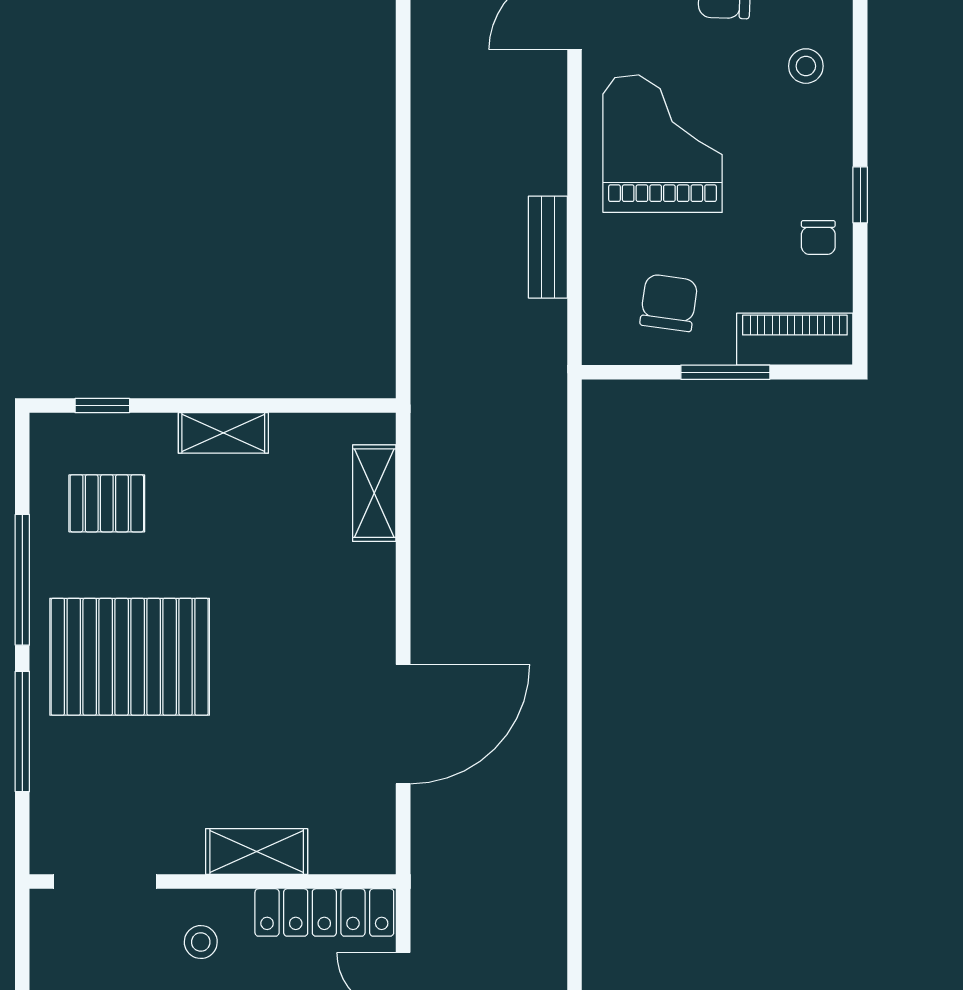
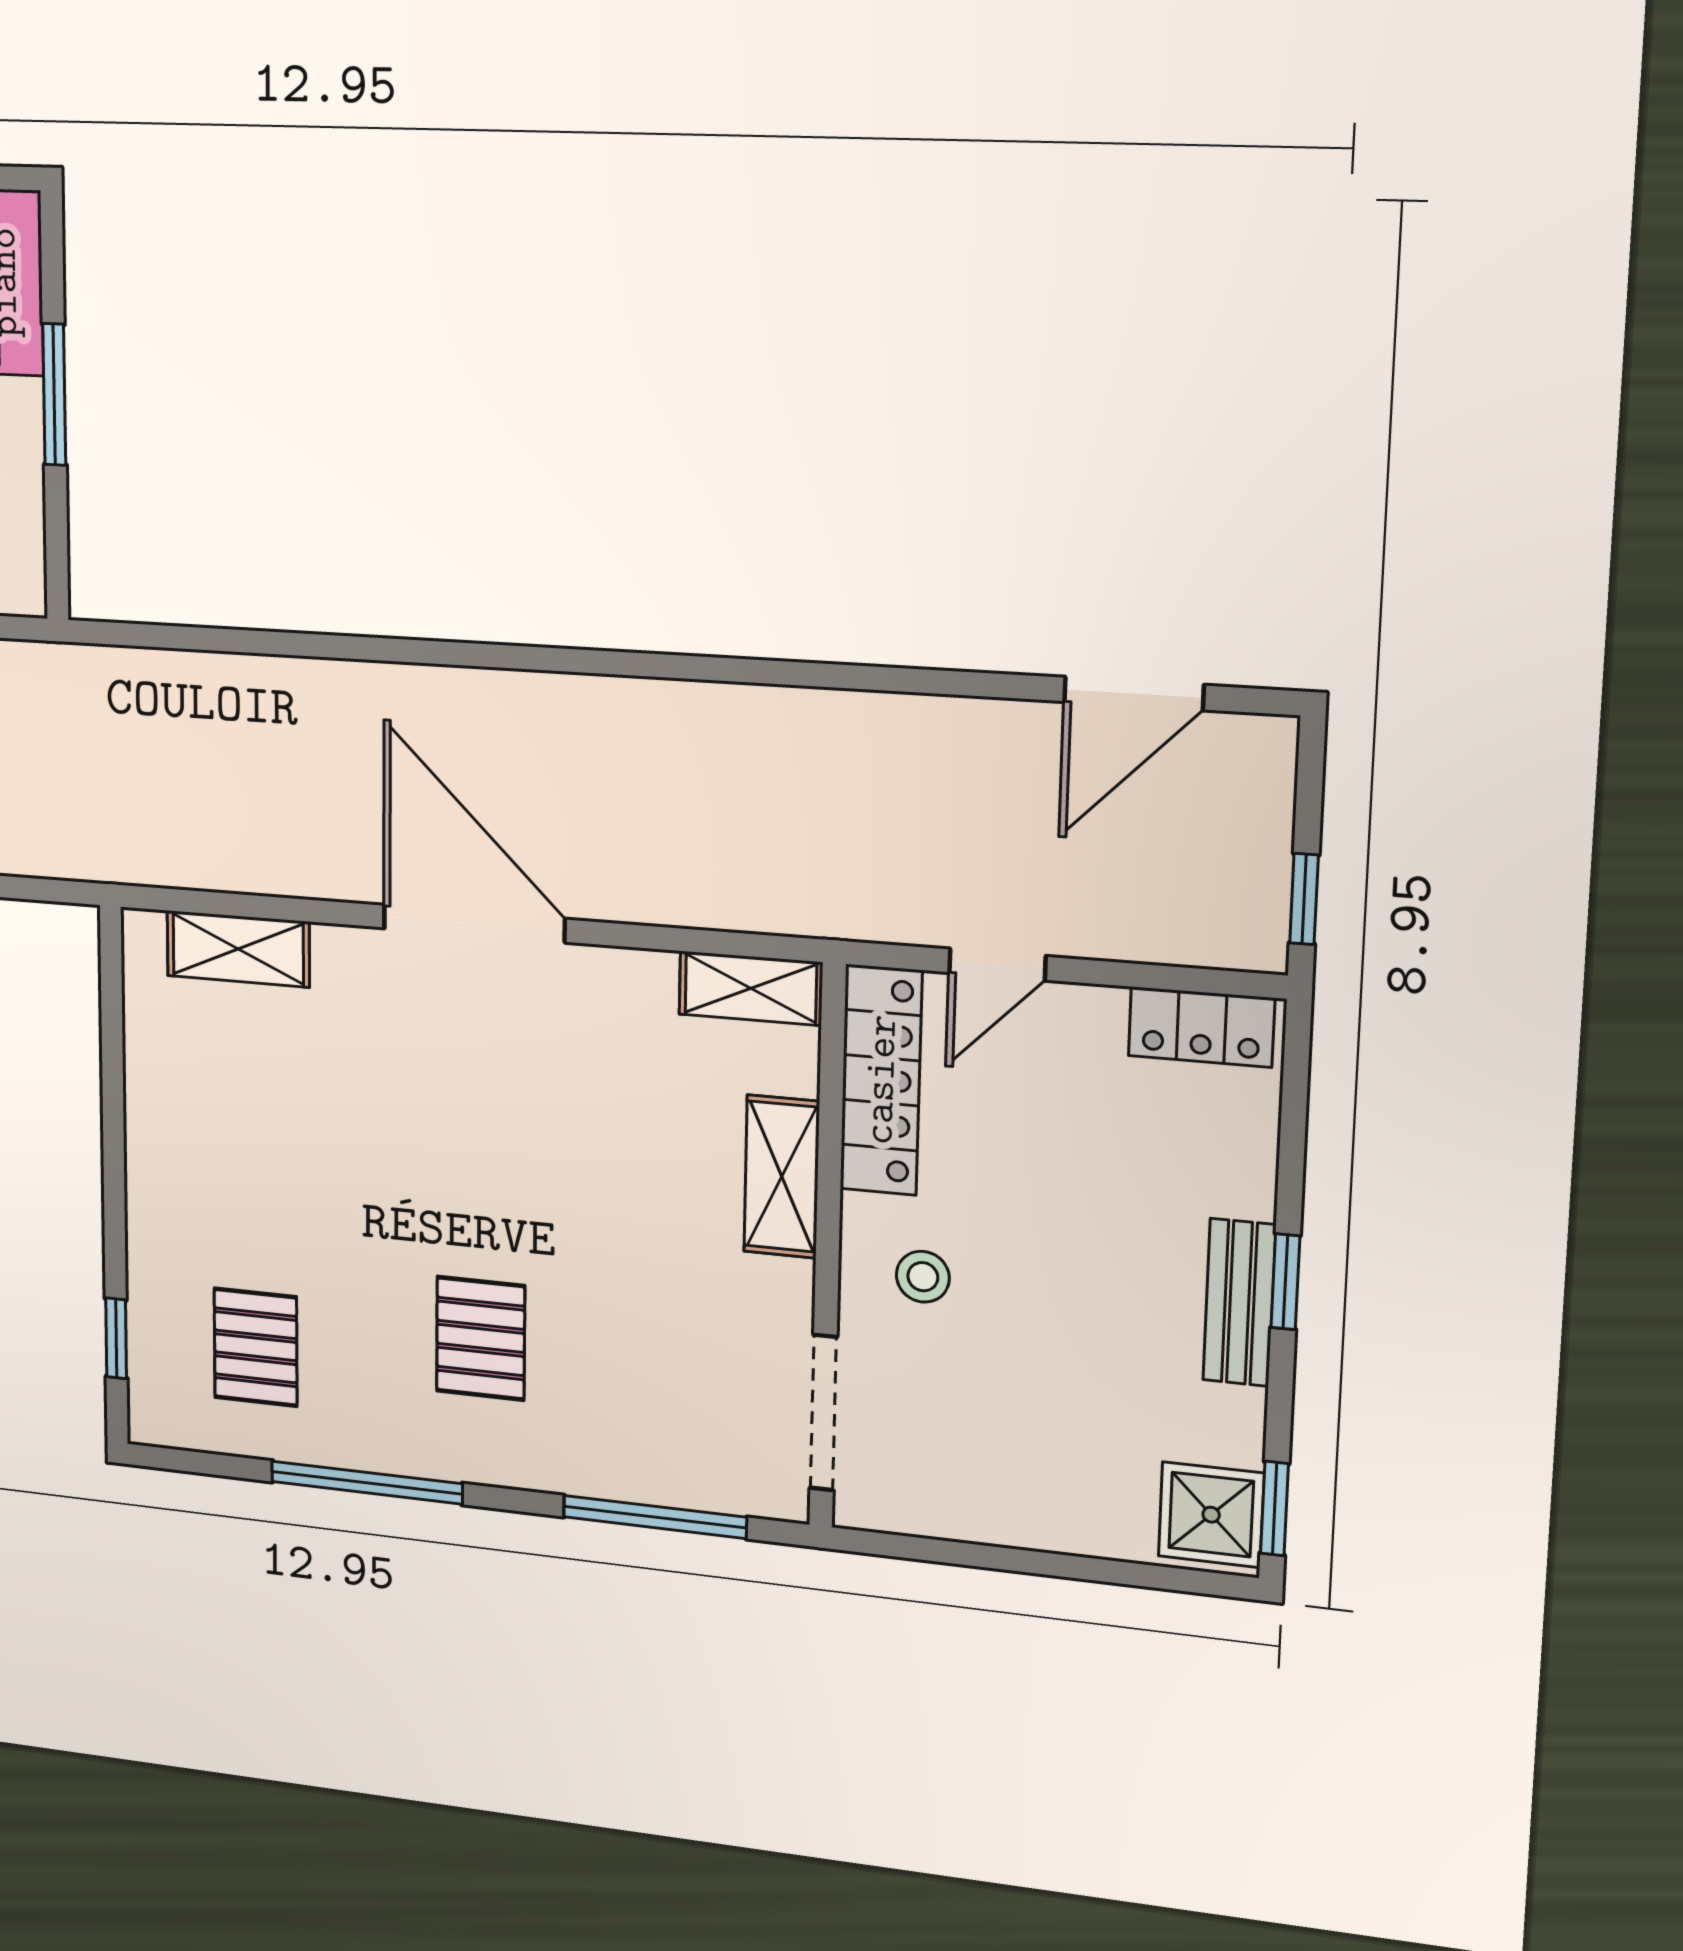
shelving: (223, 433) -> (751, 988), moved, turned 90
pallet: (130, 657) -> (481, 1338), width x0.49, depth x0.50
door: (403, 724) -> (474, 924), moved
window: (22, 731) -> (655, 1517), moved

